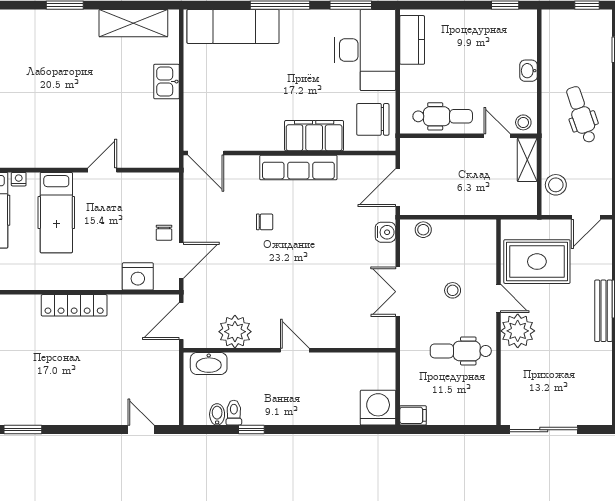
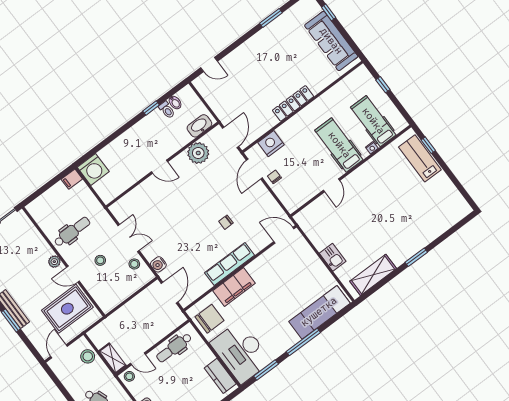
stool: (423, 230) -> (134, 264), moved
plant: (518, 331) -> (54, 262), width x0.53, depth x0.53

